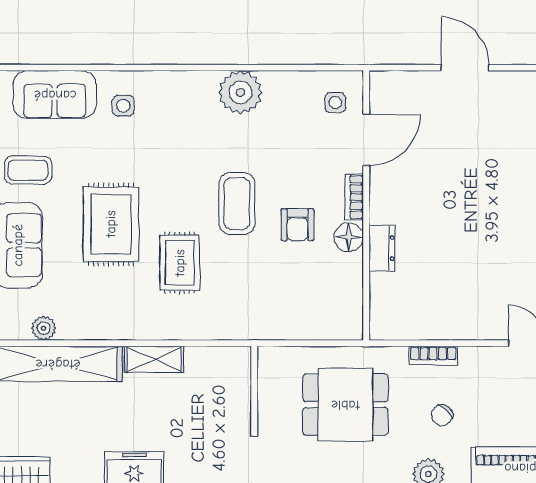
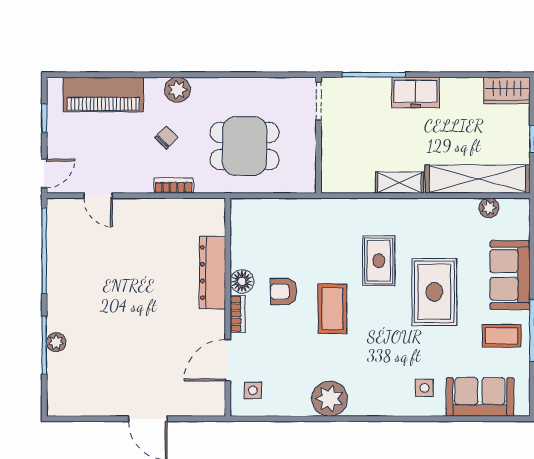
armchair: (297, 225) -> (283, 292), turned -90
dresser: (382, 248) -> (212, 273), width x1.96, depth x1.24

